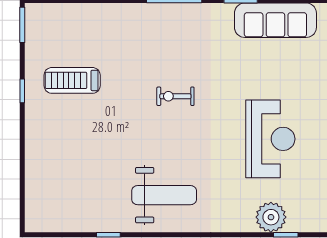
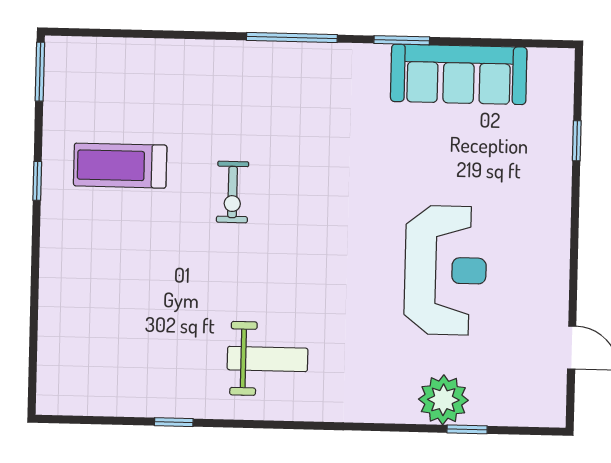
exercise bike: (175, 96) -> (233, 192), moved, turned -90
weight bench: (164, 195) -> (268, 359), width x0.73, depth x0.75

